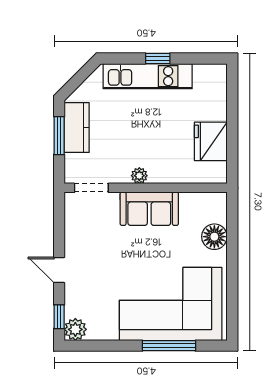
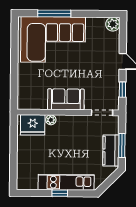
fridge: (211, 141) -> (33, 125), moved, turned 90
plant: (139, 176) -> (51, 120), moved
floor lamp: (214, 237) -> (25, 81), removed
window: (59, 317) -> (122, 90), moved

